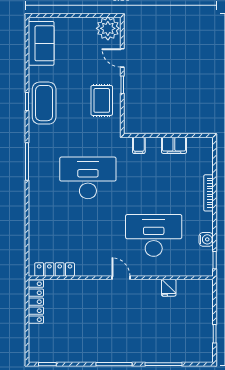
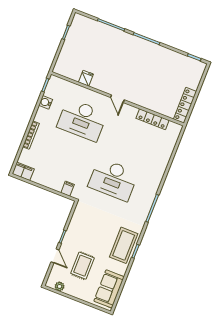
plant: (108, 28) -> (59, 286), width x0.53, depth x0.53
rug: (102, 100) -> (83, 266), moved
filing cabinet: (174, 145) -> (23, 171), moved
locker: (55, 269) -> (153, 119), moved

